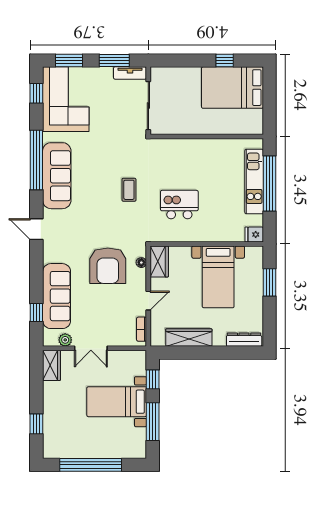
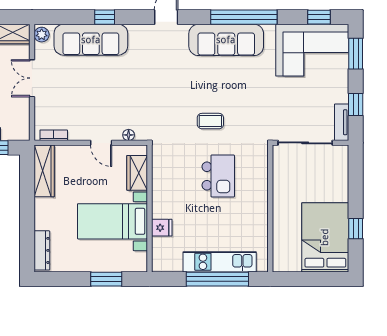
window: (114, 60) -> (356, 105), width x0.67
kitchen island: (179, 205) -> (218, 176), moved
fridge: (254, 235) -> (162, 228), moved, turned 90
wardrobe: (159, 261) -> (137, 173), moved, turned 90
armchair: (108, 266) -> (125, 97), removed
door: (148, 301) -> (101, 143), moved
window: (36, 312) -> (105, 17), moved
wardrobe: (189, 338) -> (44, 171), moved
plant: (65, 340) -> (42, 35), moved

